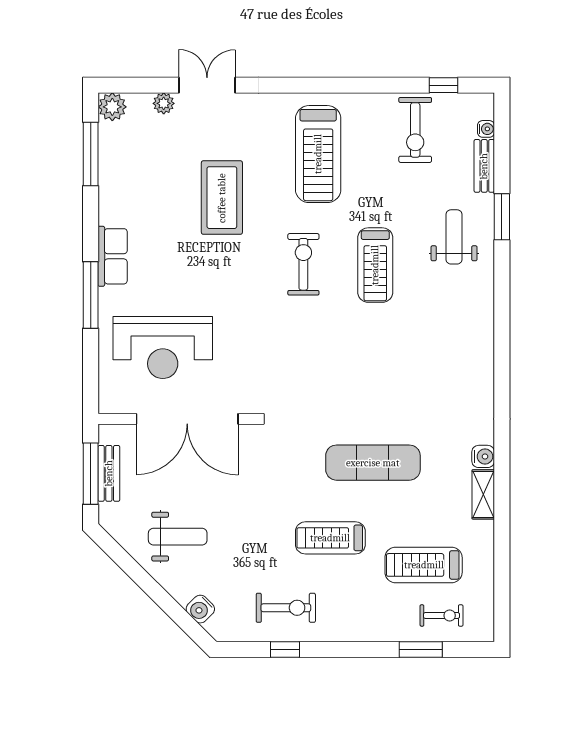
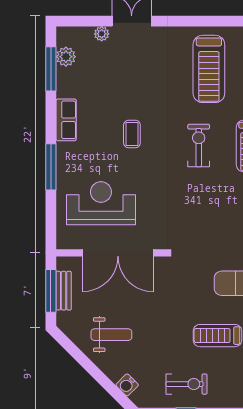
plant: (112, 107) -> (66, 57), moved
coffee table: (222, 198) -> (132, 134), moved, width x0.54, depth x0.58
row of seats: (113, 256) -> (66, 120), moved
reception desk: (163, 347) -> (101, 203), turned 180

